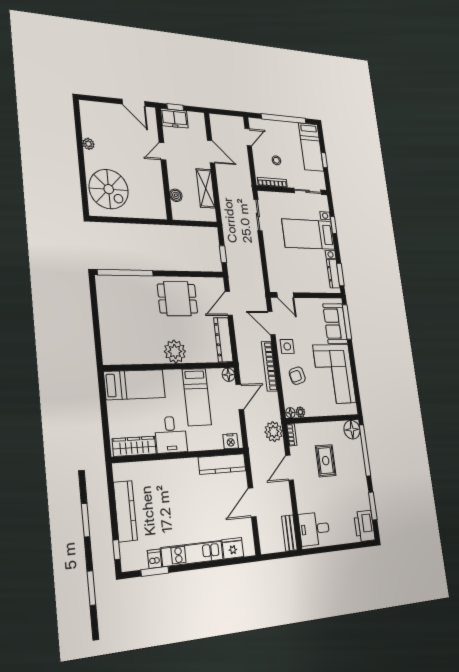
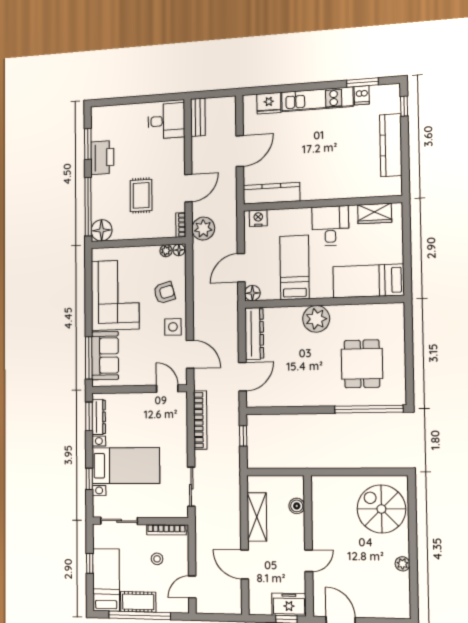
cot: (286, 129) -> (138, 602), added
dining table: (177, 299) -> (362, 364), moved, turned 90
bookcase: (269, 366) -> (200, 420), moved
wardrobe: (134, 446) -> (375, 213), width x0.67
printer: (364, 526) -> (102, 158), moved

